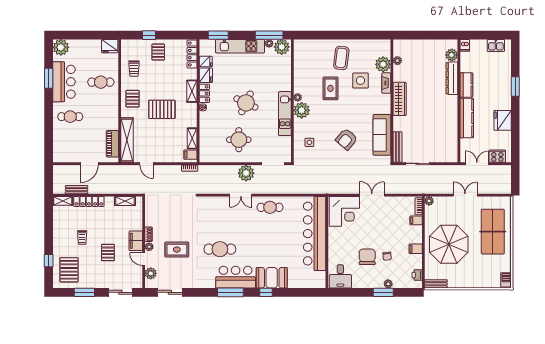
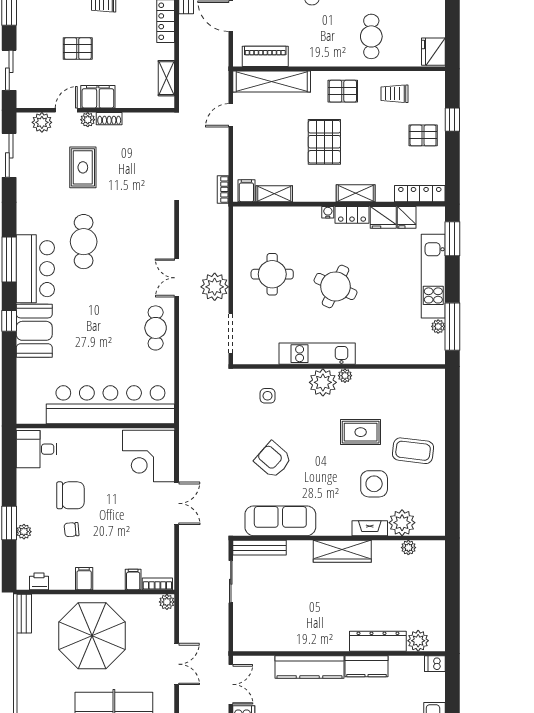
plant: (282, 47) -> (432, 348), removed

